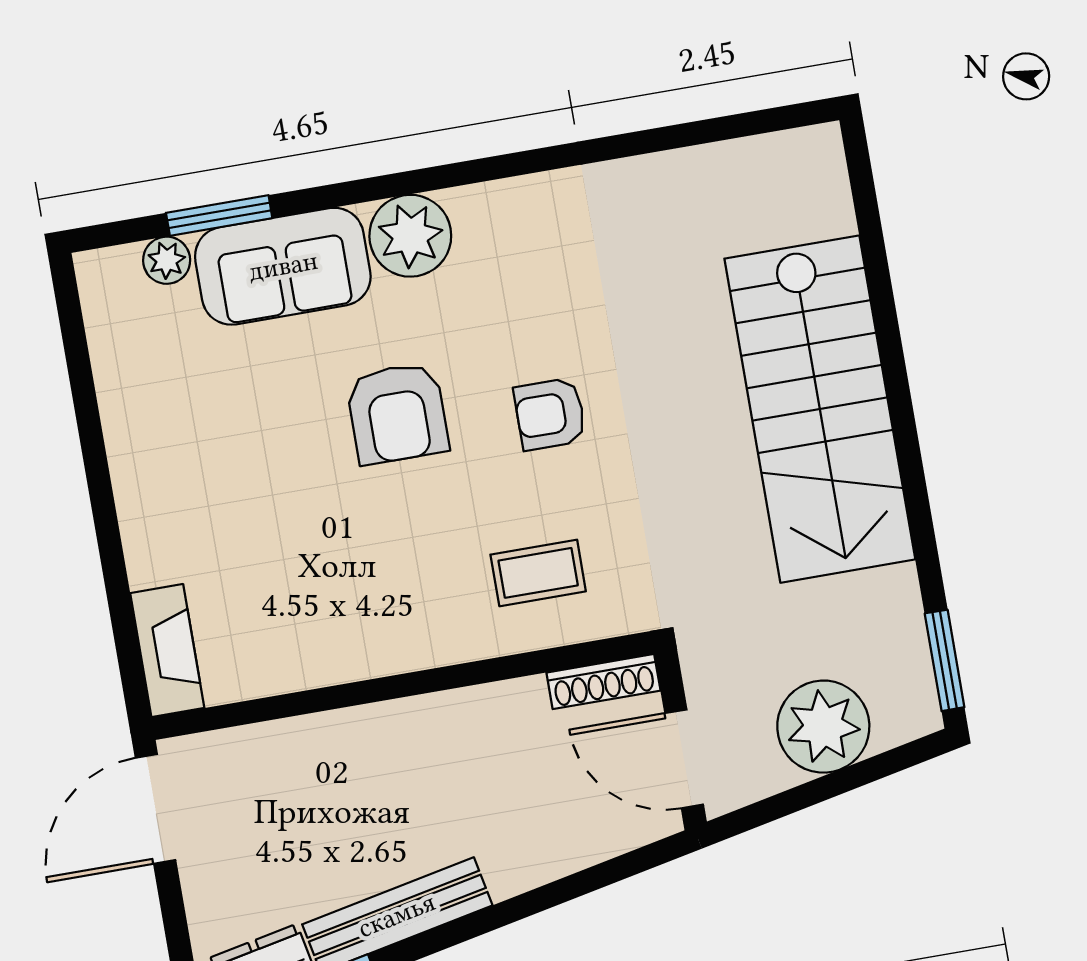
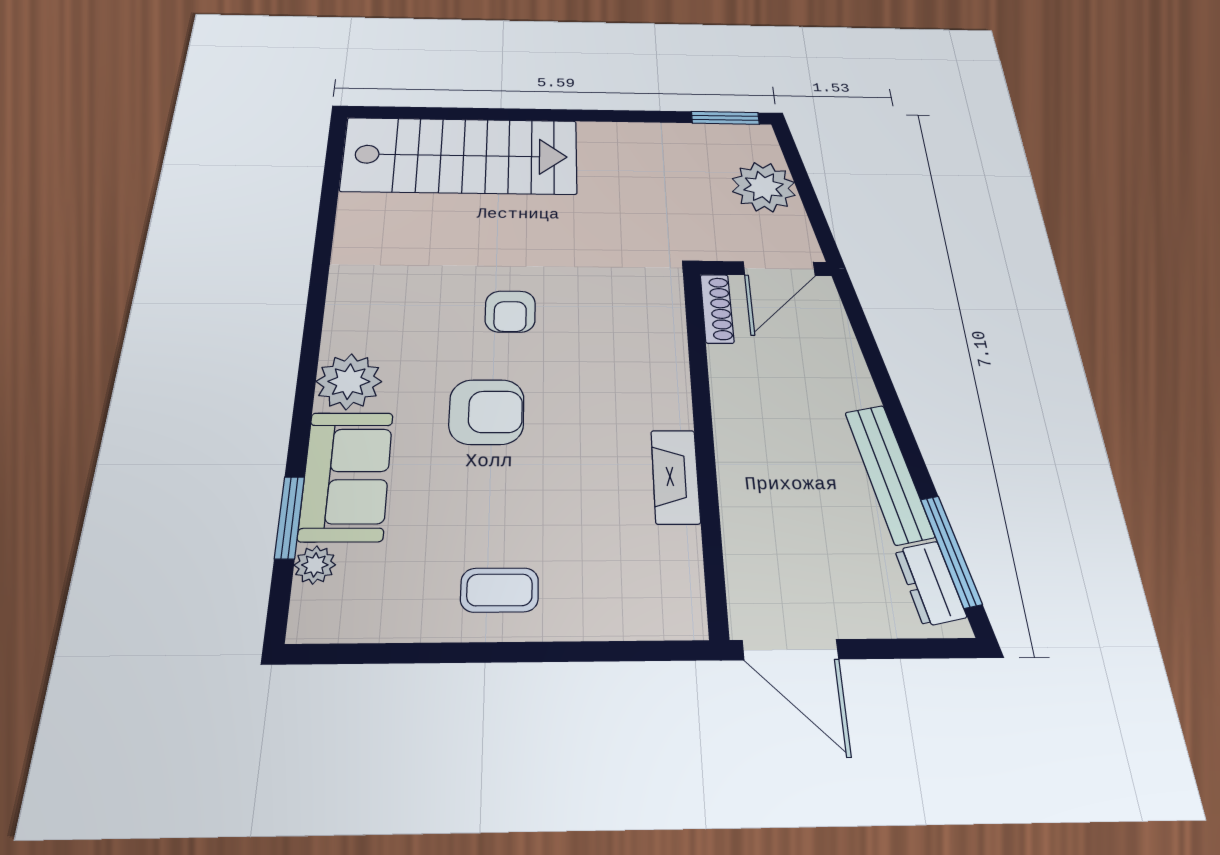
stairs: (820, 409) -> (461, 156), moved
coffee table: (538, 573) -> (500, 590), moved, turned 90
fireplace: (167, 651) -> (675, 477), moved, turned -90

